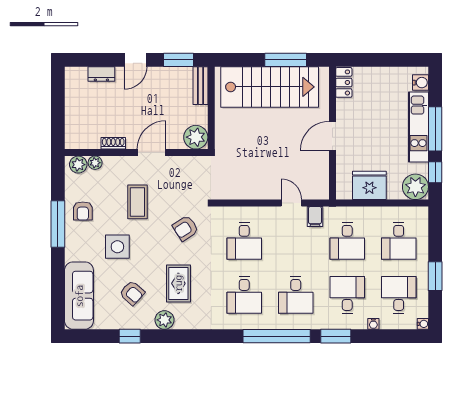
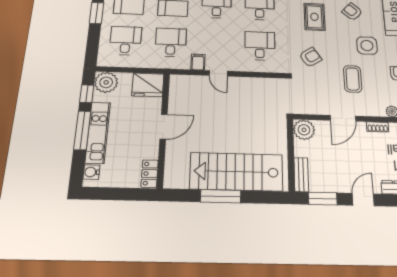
locker: (344, 82) -> (150, 174), moved
wall: (332, 133) -> (163, 129), moved
door: (332, 136) -> (163, 127), moved

